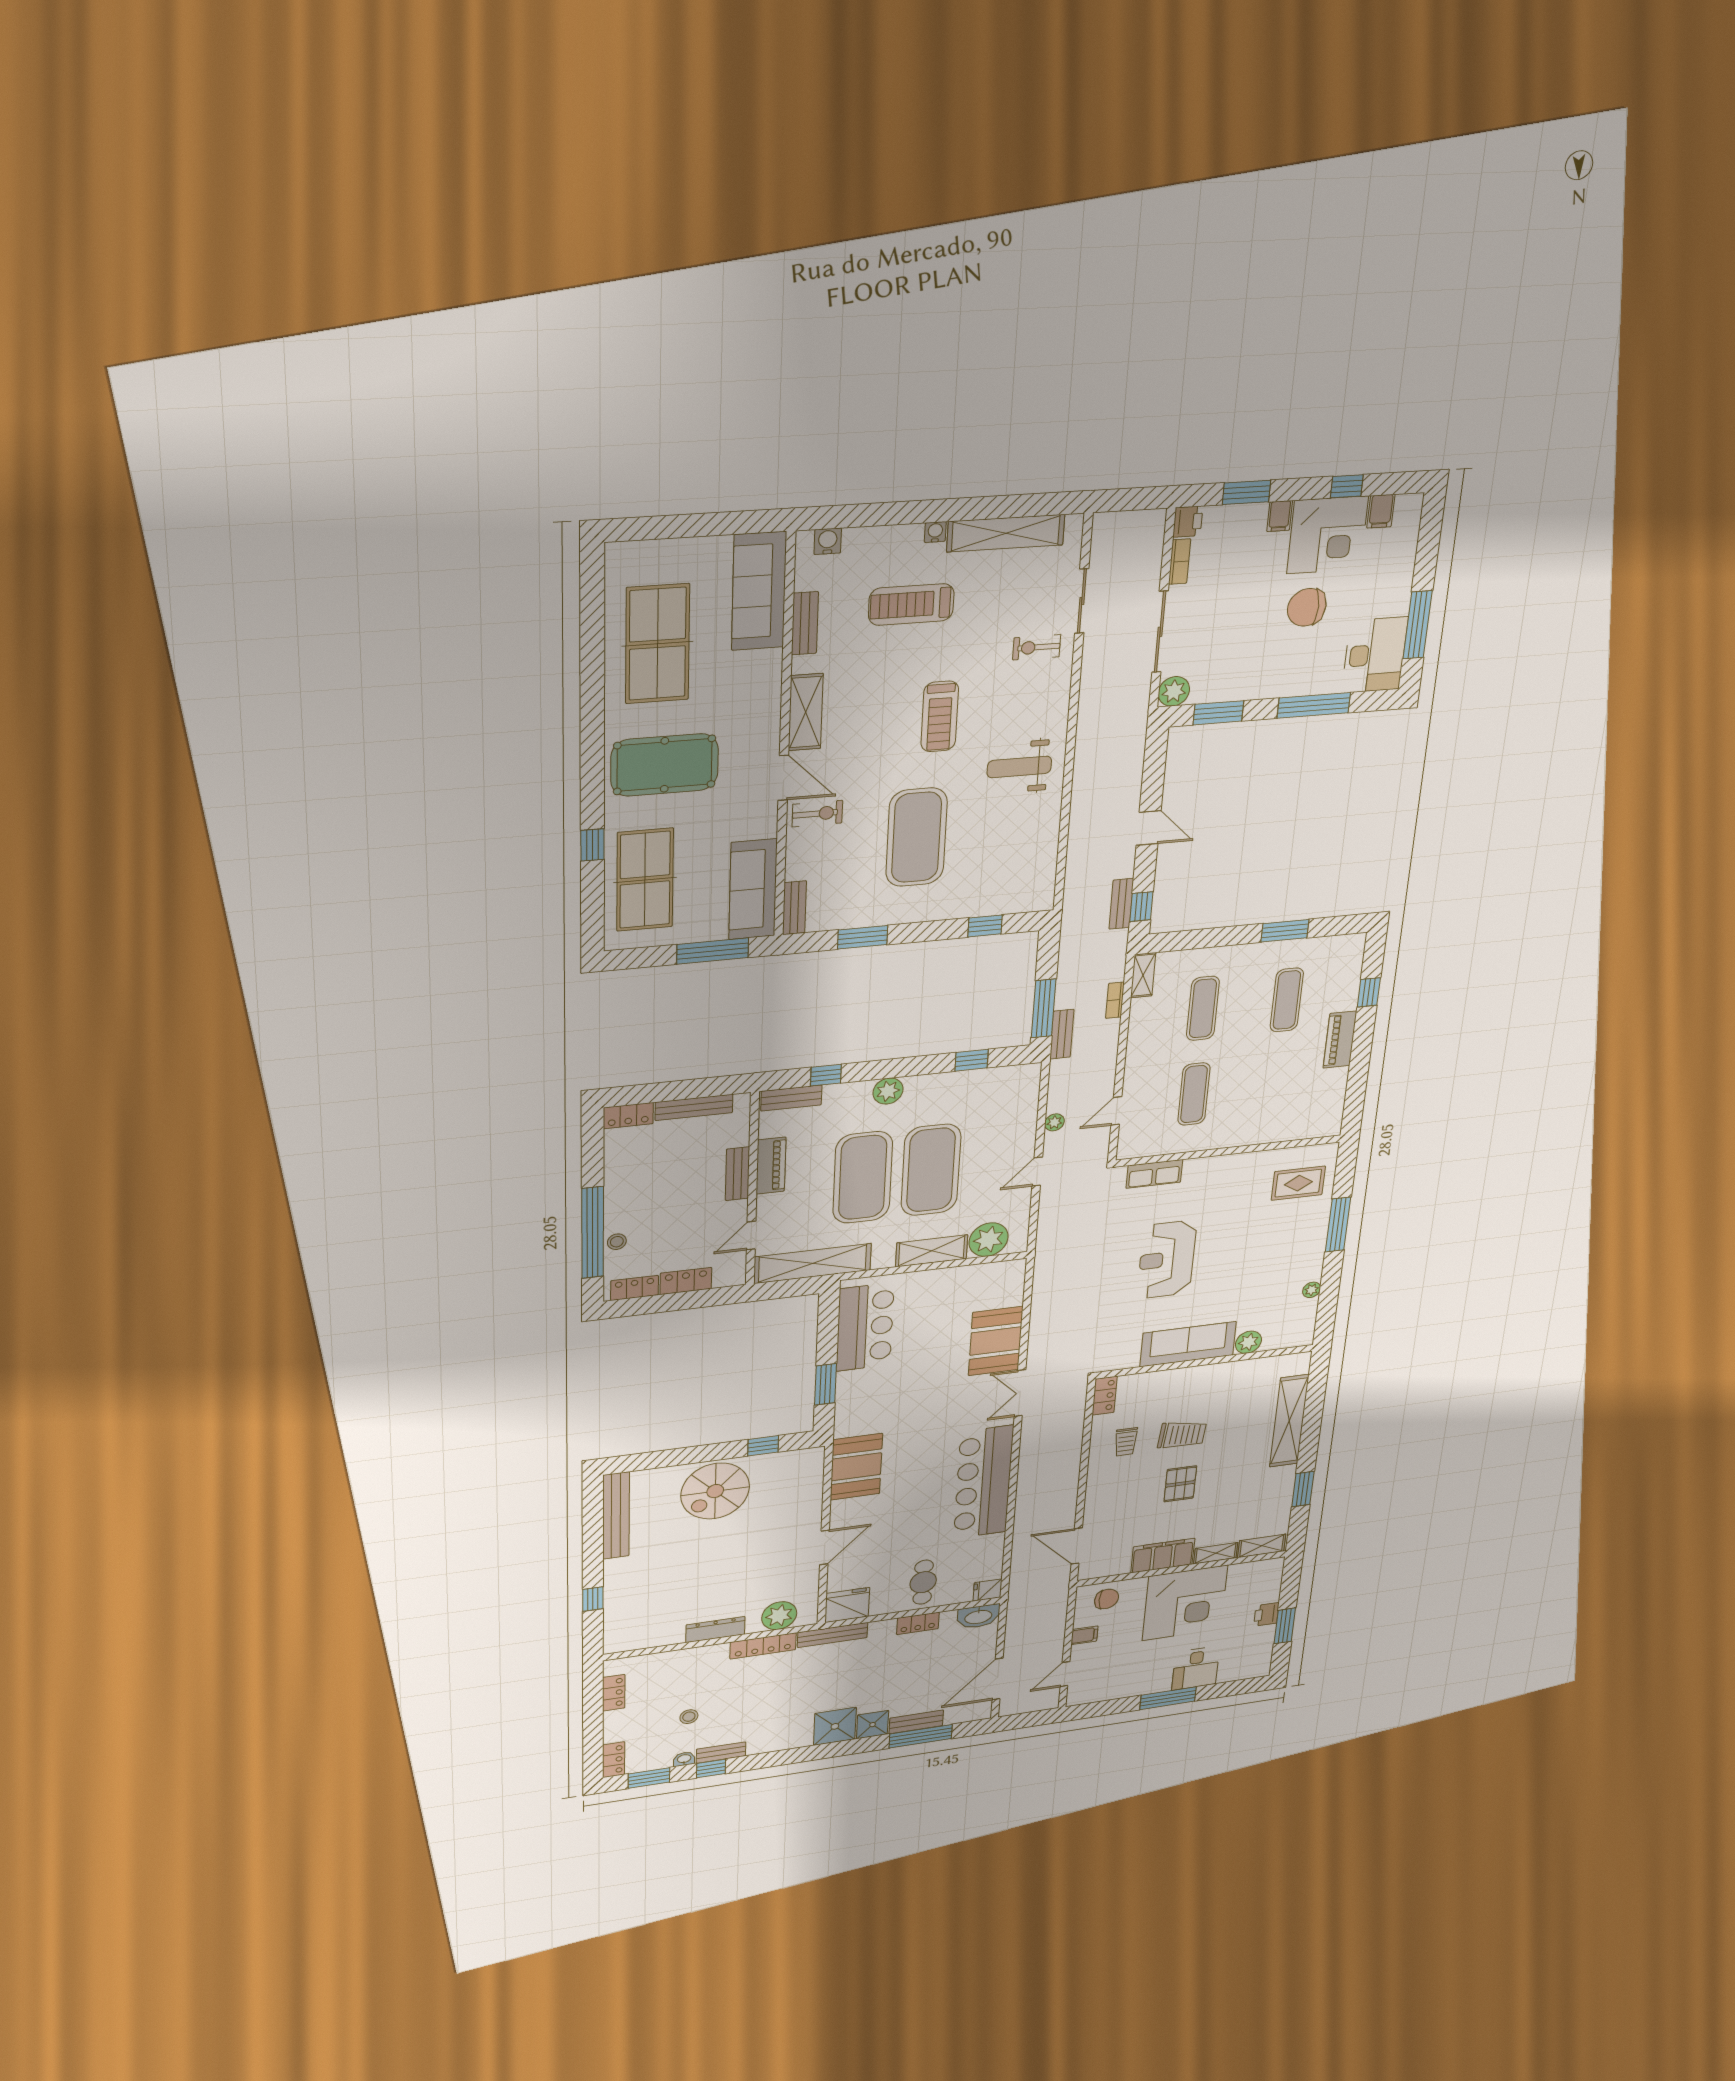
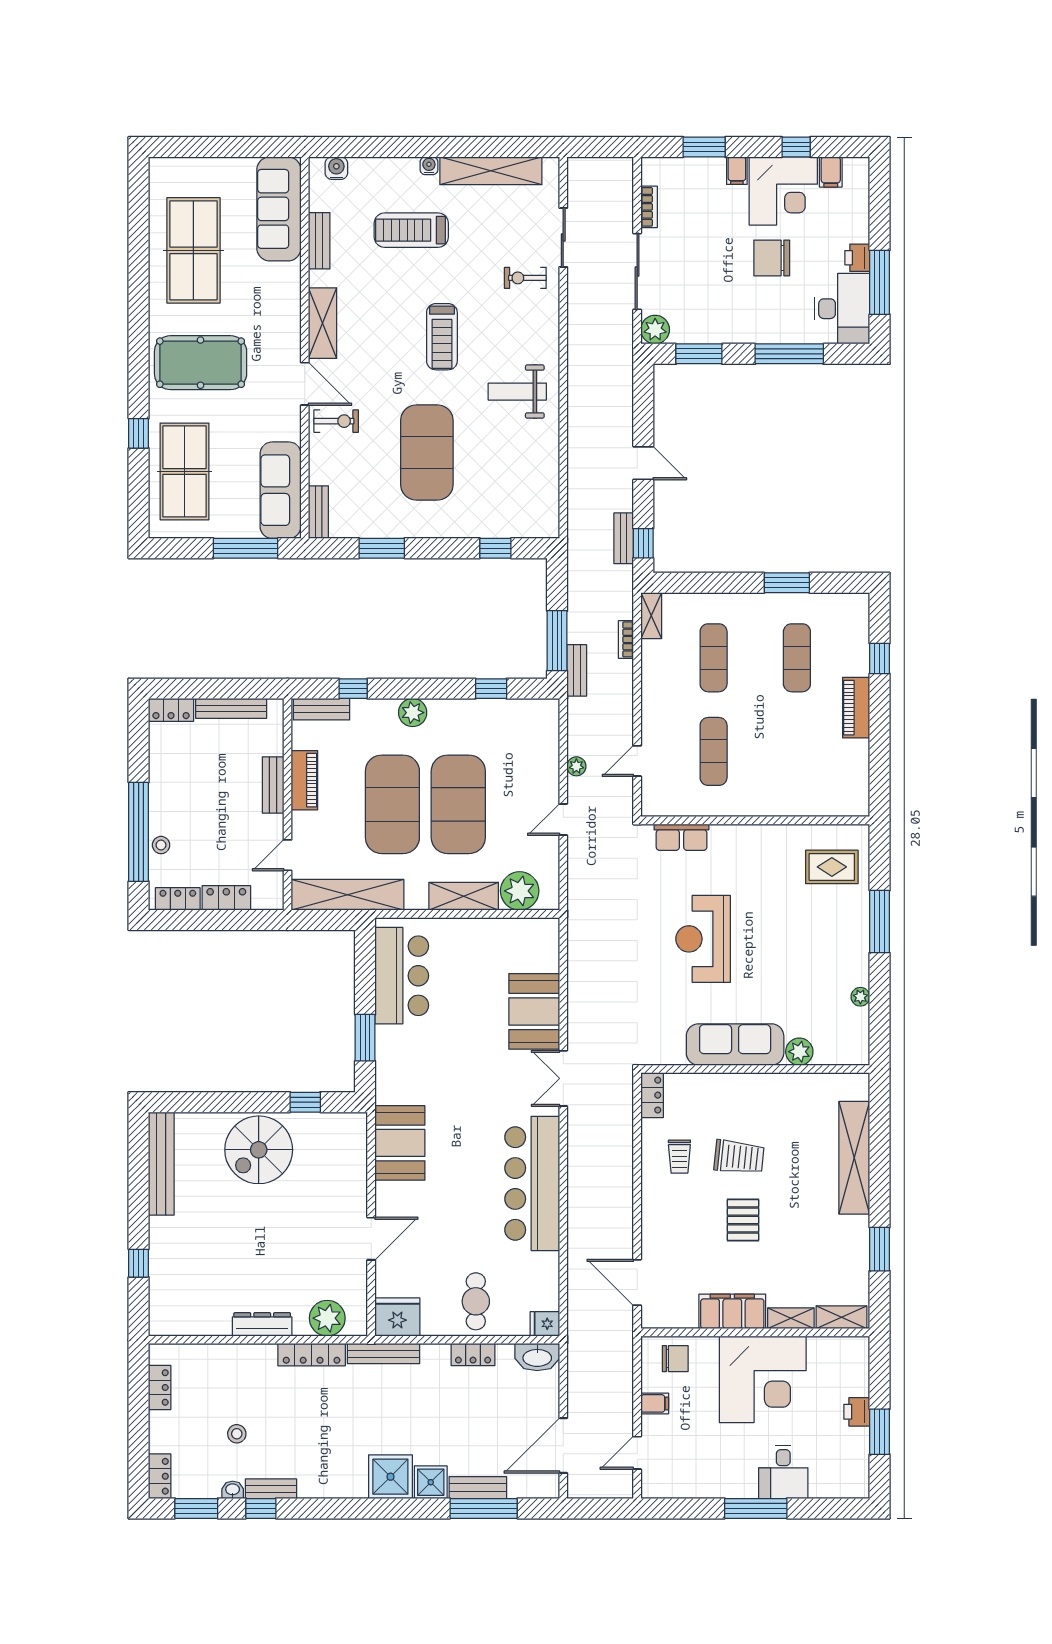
printer: (1188, 522) -> (857, 258), moved, turned 180

